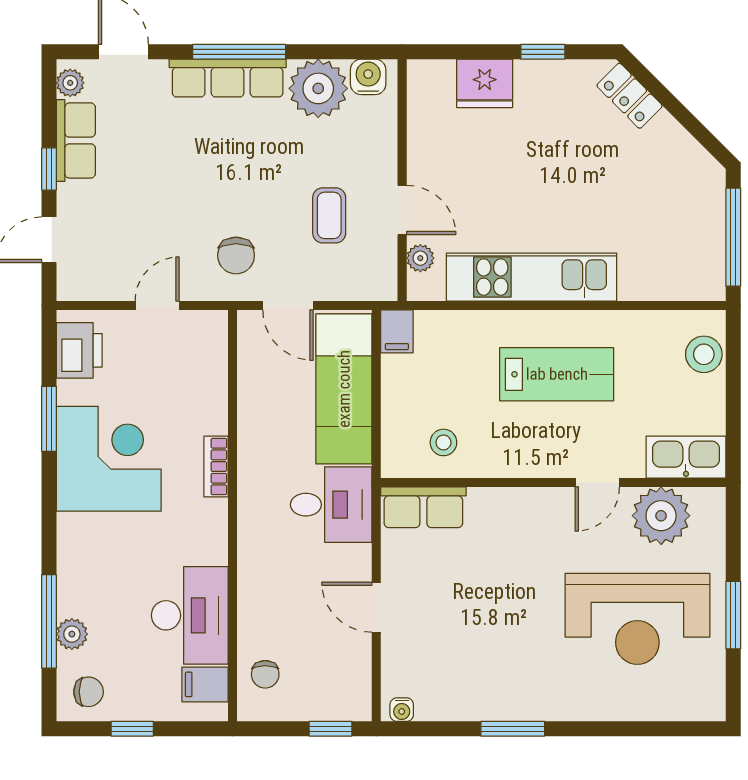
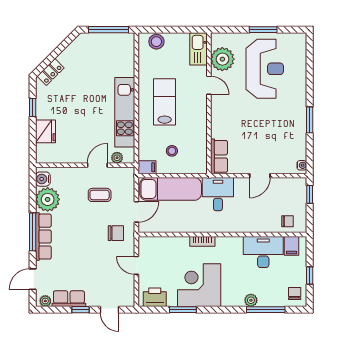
stool: (443, 442) -> (172, 151), moved
plant: (72, 634) -> (251, 300), moved

